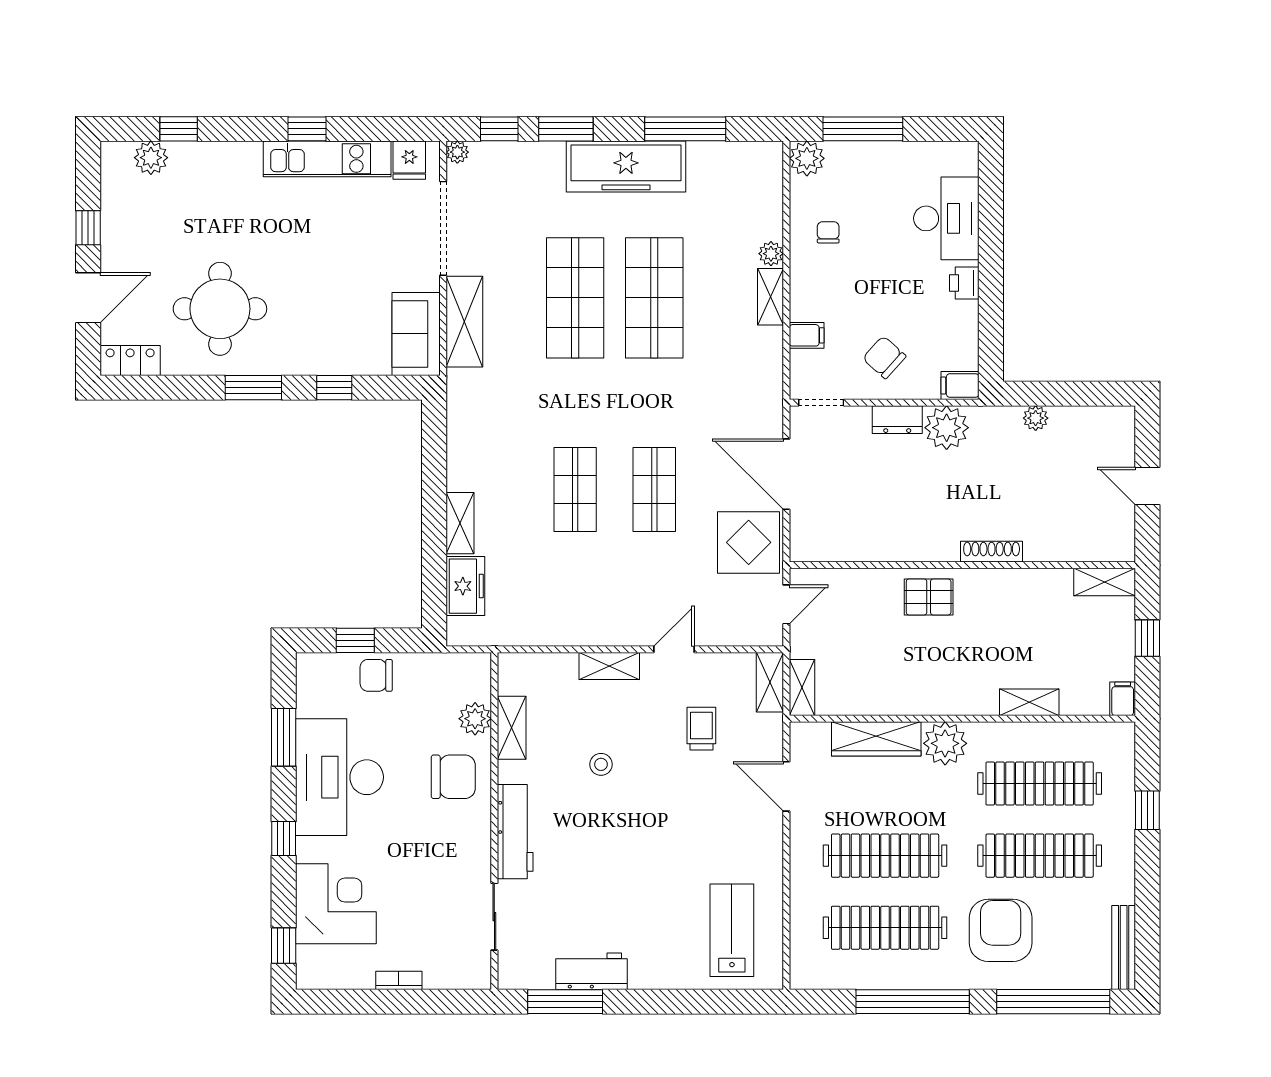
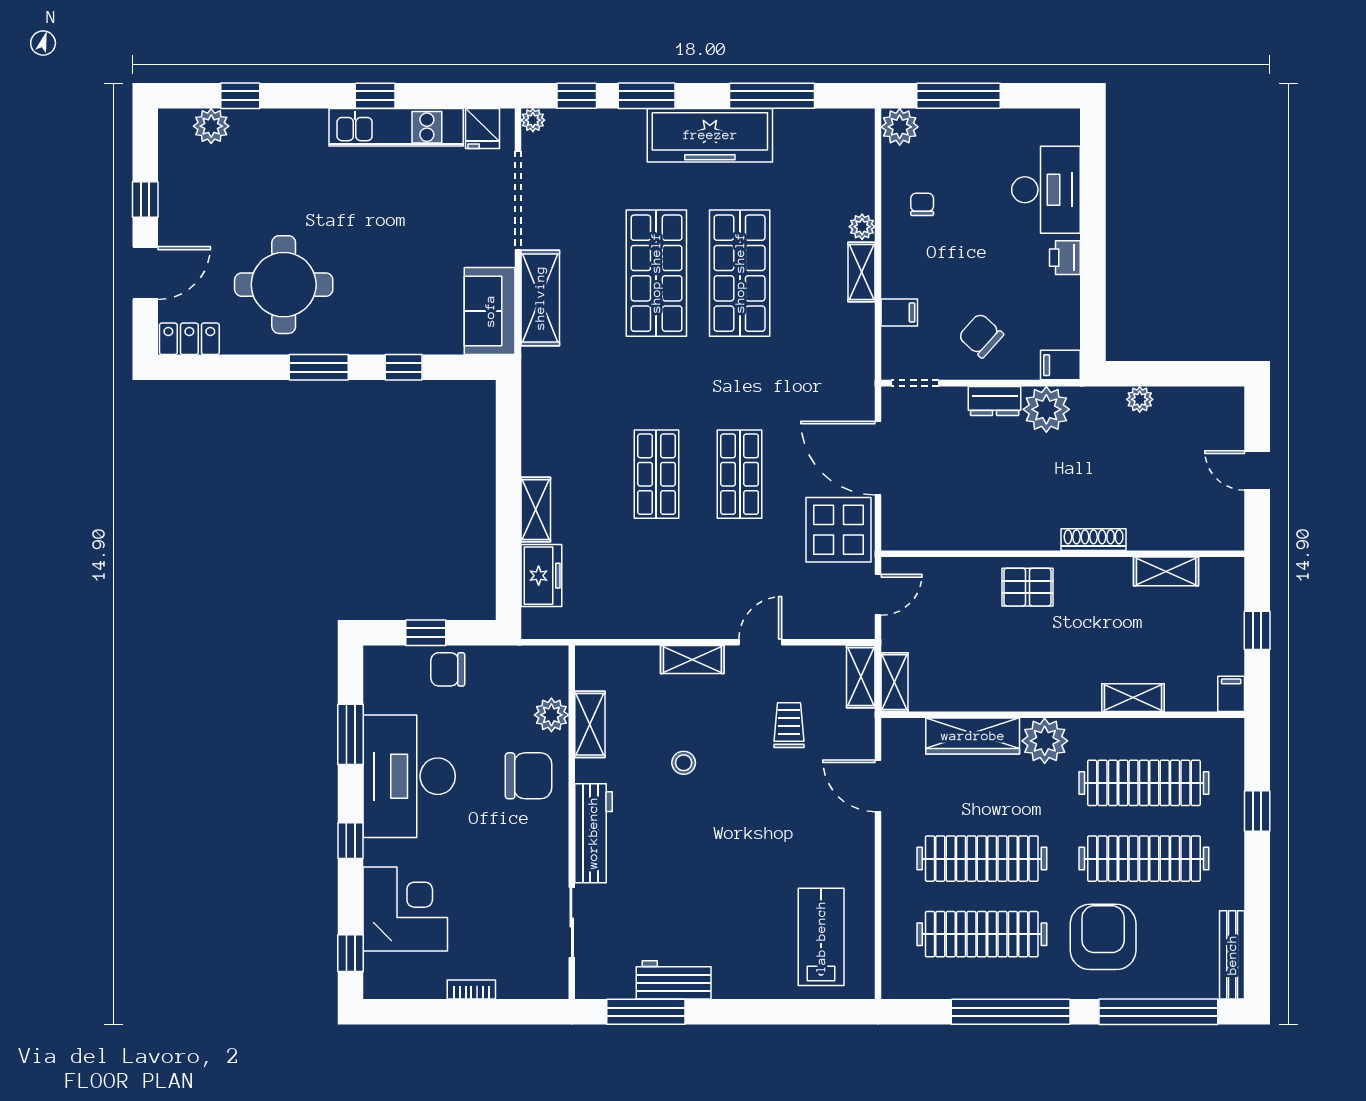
shelving: (1105, 582) -> (1166, 571), moved

